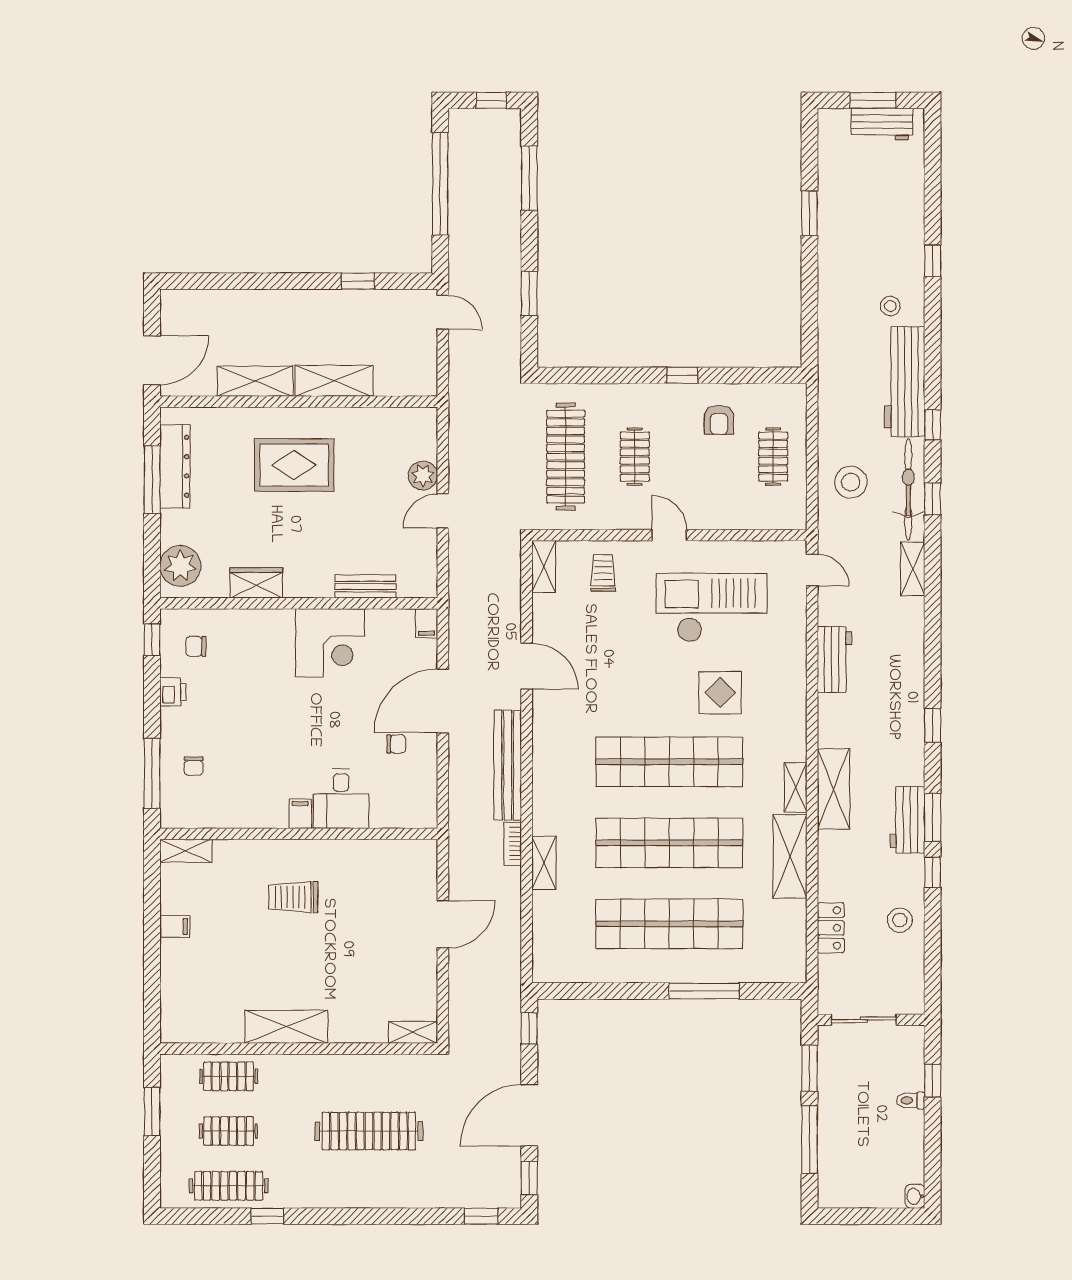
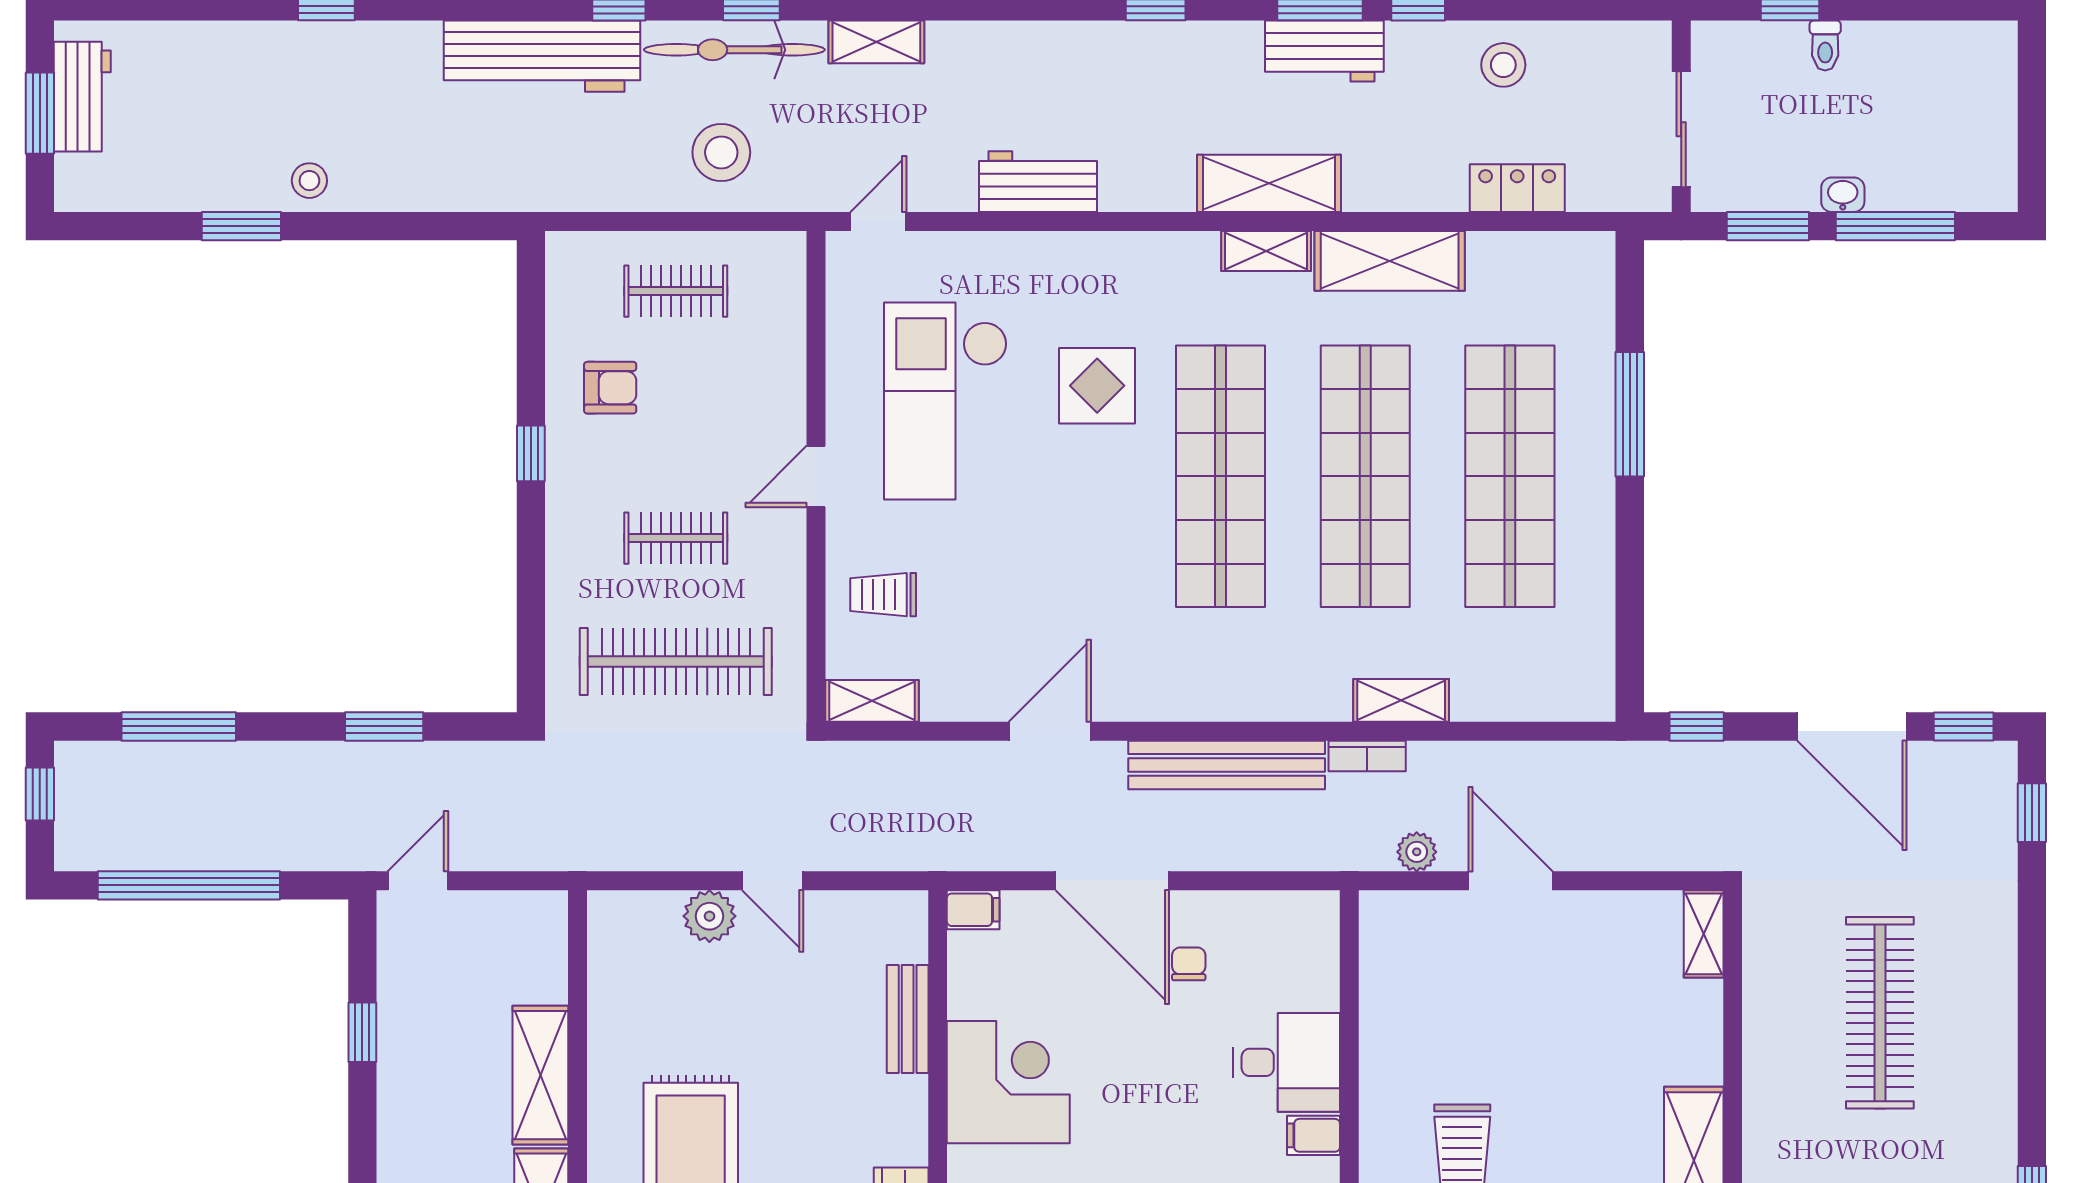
stool: (890, 306) -> (309, 181), moved
plant: (459, 872) -> (1417, 852), added
washbasin: (915, 1196) -> (1843, 195), moved, turned 180

